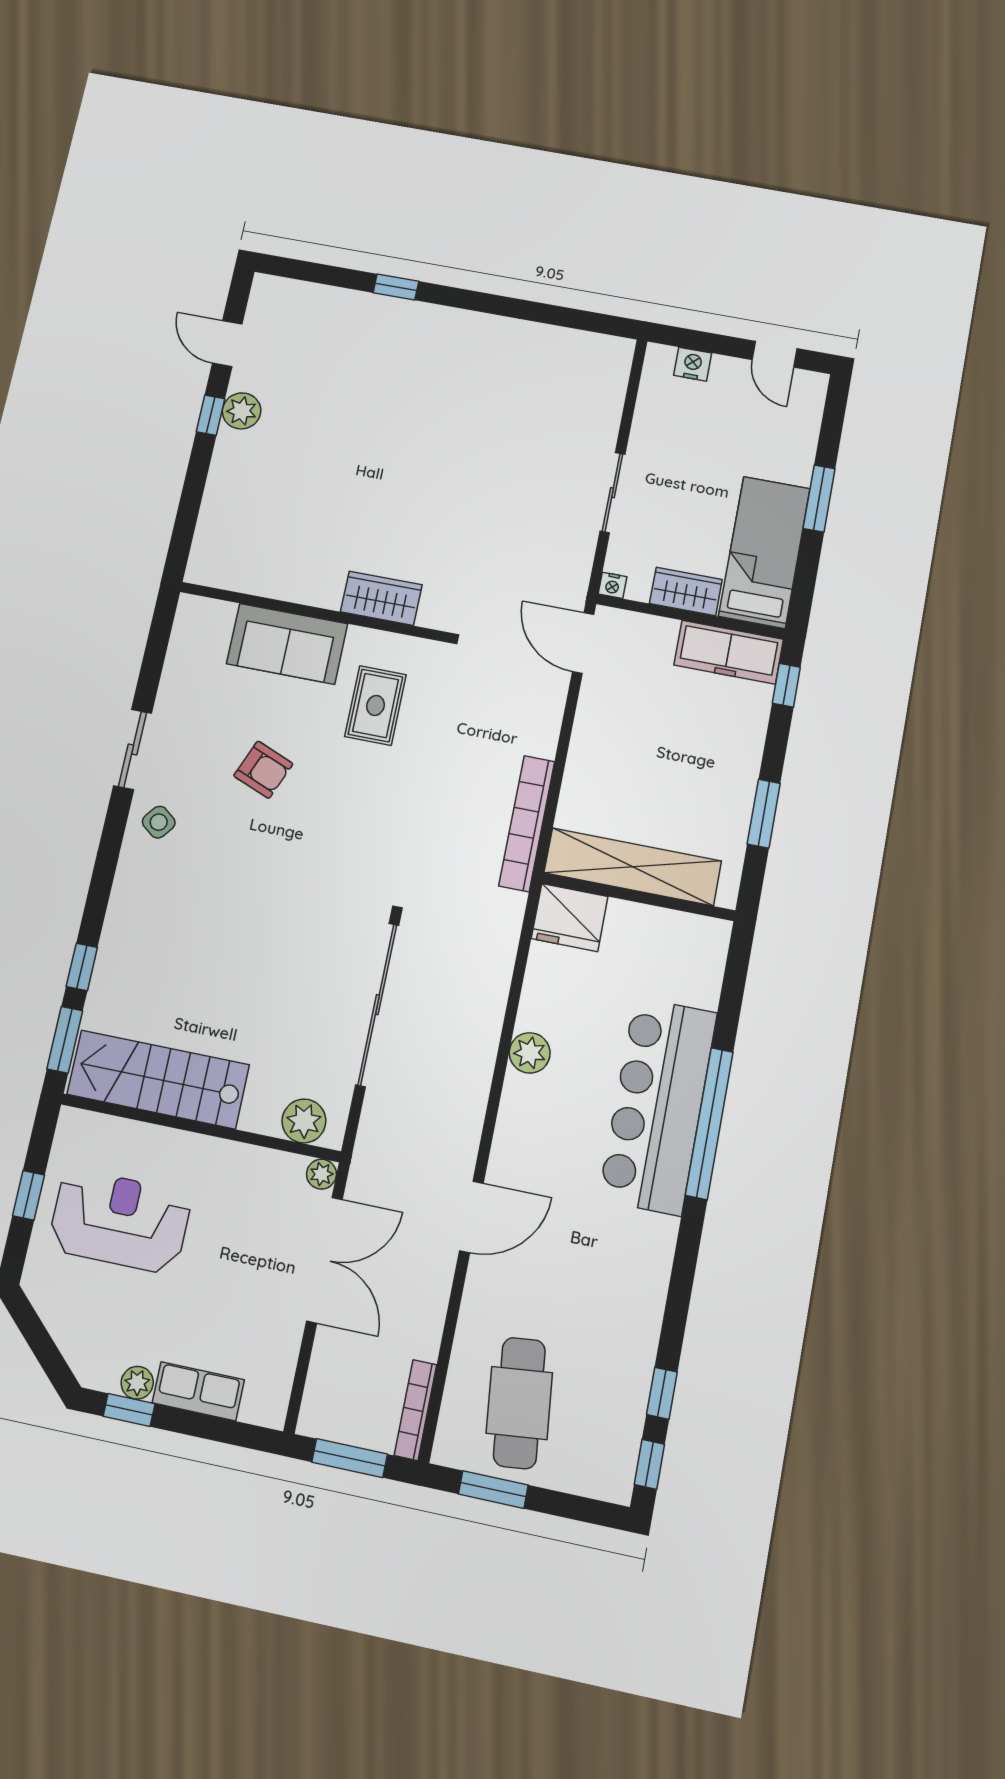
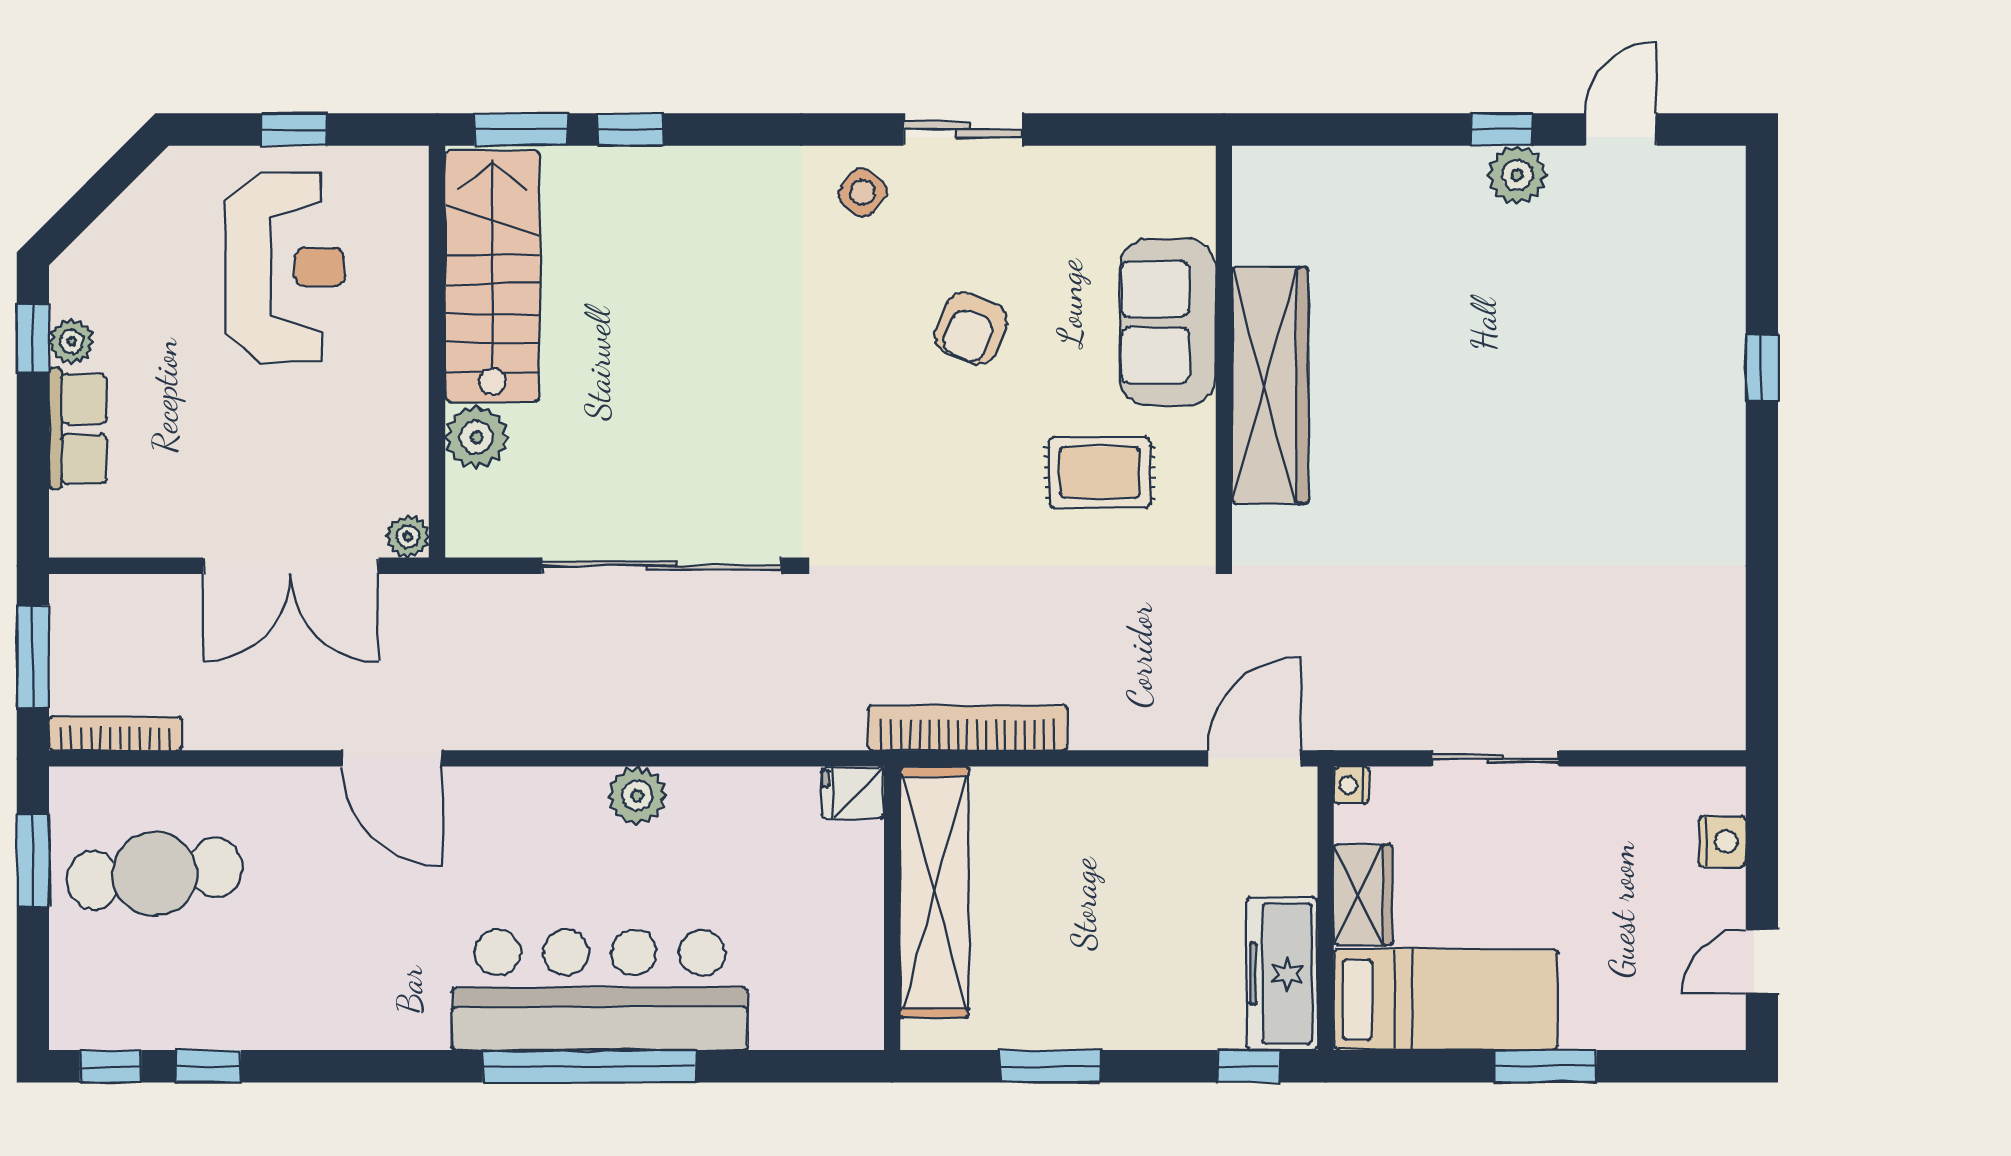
wardrobe: (381, 598) -> (1270, 385), width x2.10, depth x1.17
fridge: (570, 917) -> (853, 793), width x0.53, depth x0.75
plant: (304, 1121) -> (476, 437), moved

